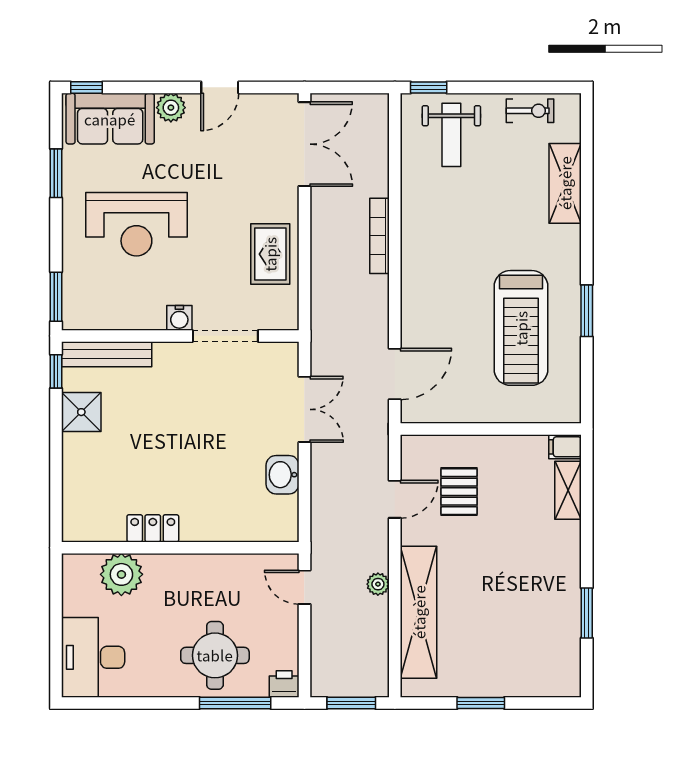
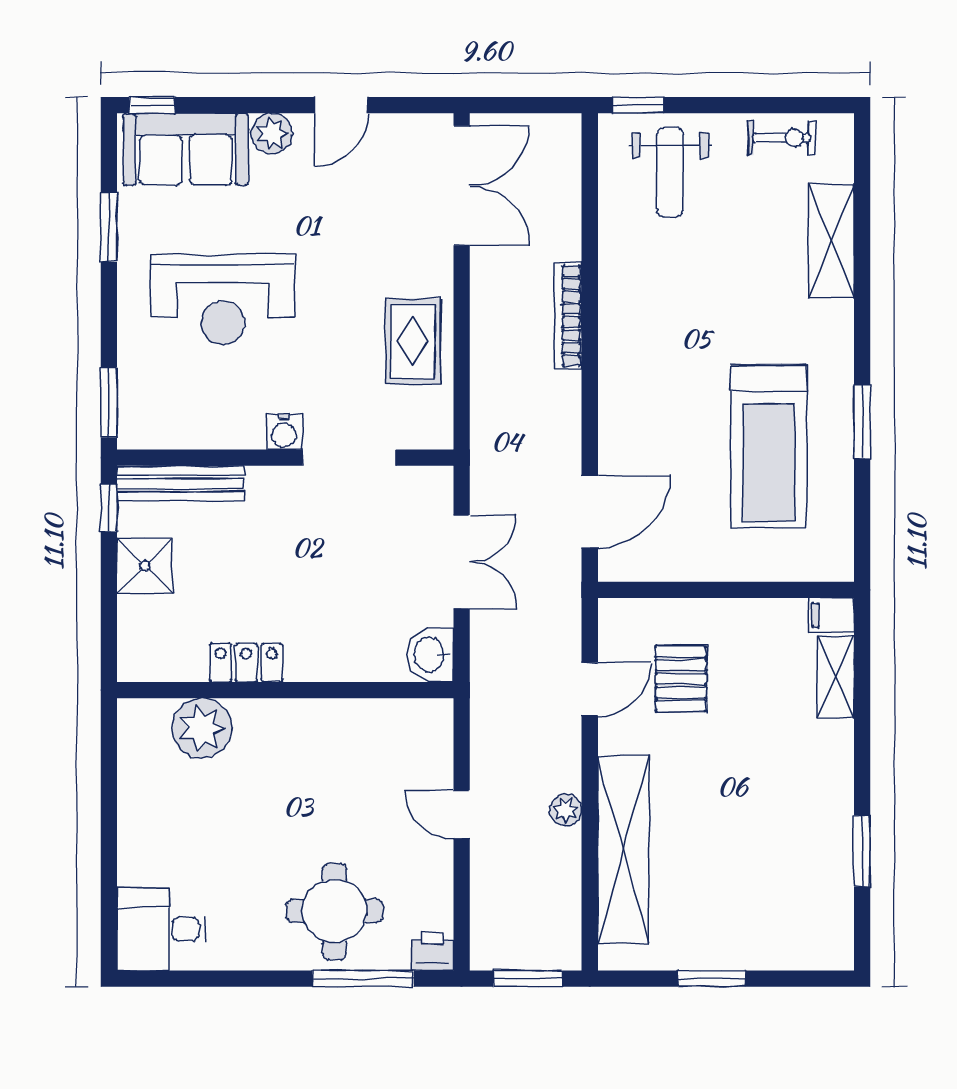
locker: (153, 528) -> (246, 663), moved
wall: (180, 548) -> (285, 690), moved
plant: (121, 574) -> (202, 728), moved
desk: (93, 657) -> (162, 929), width x0.73

